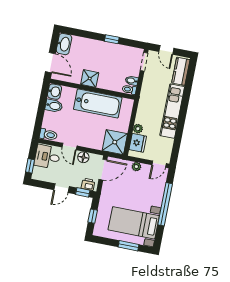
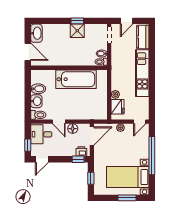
door: (166, 50) -> (127, 21), hinge flipped
shower: (90, 78) -> (77, 31), moved
washbasin: (55, 92) -> (36, 101), moved
shower: (115, 142) -> (98, 110), removed
door: (62, 188) -> (42, 159), moved

